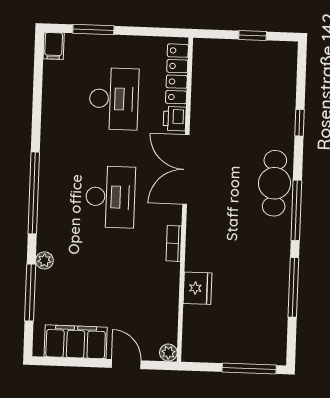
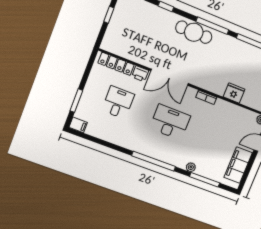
desk: (114, 99) -> (118, 102), width x0.73

